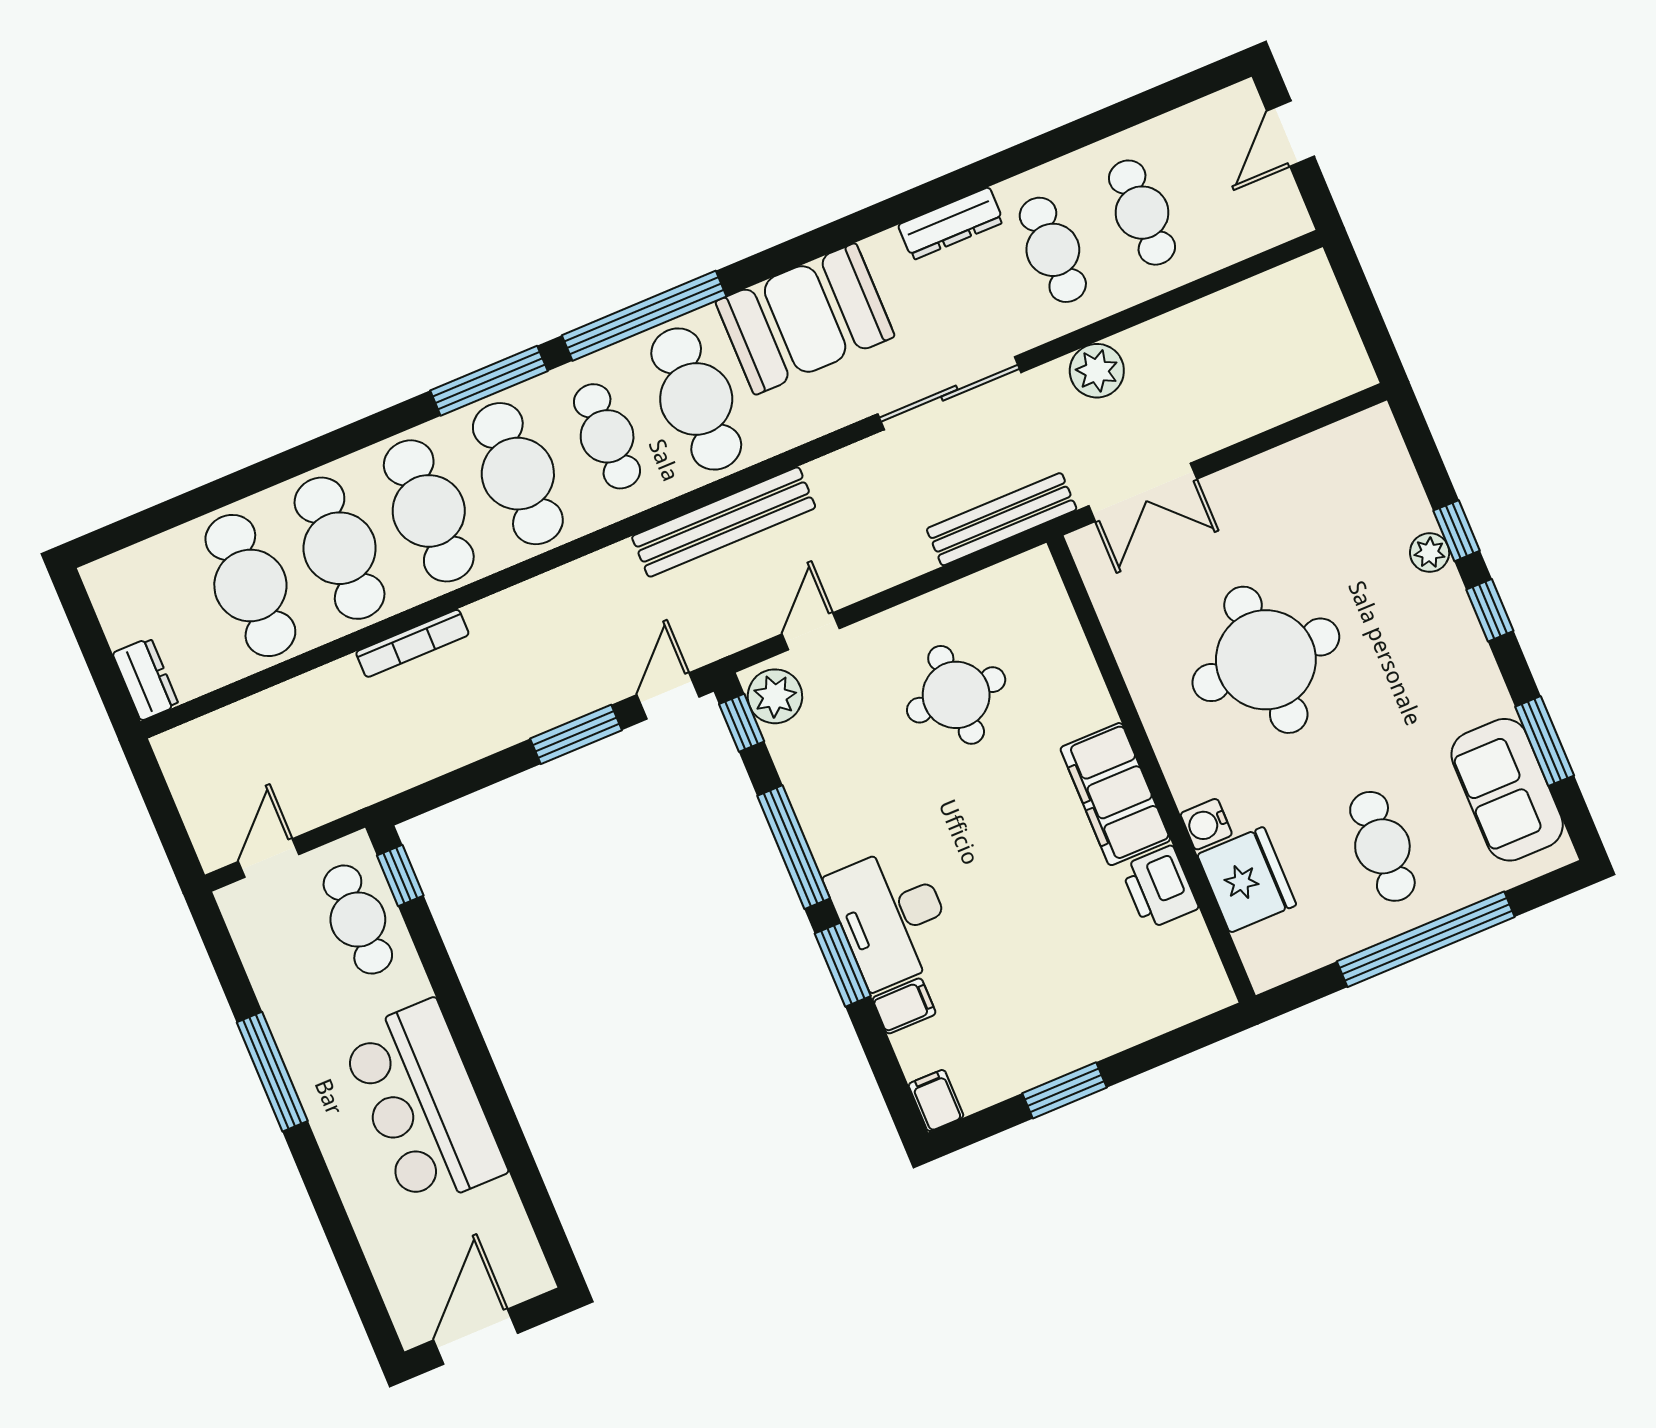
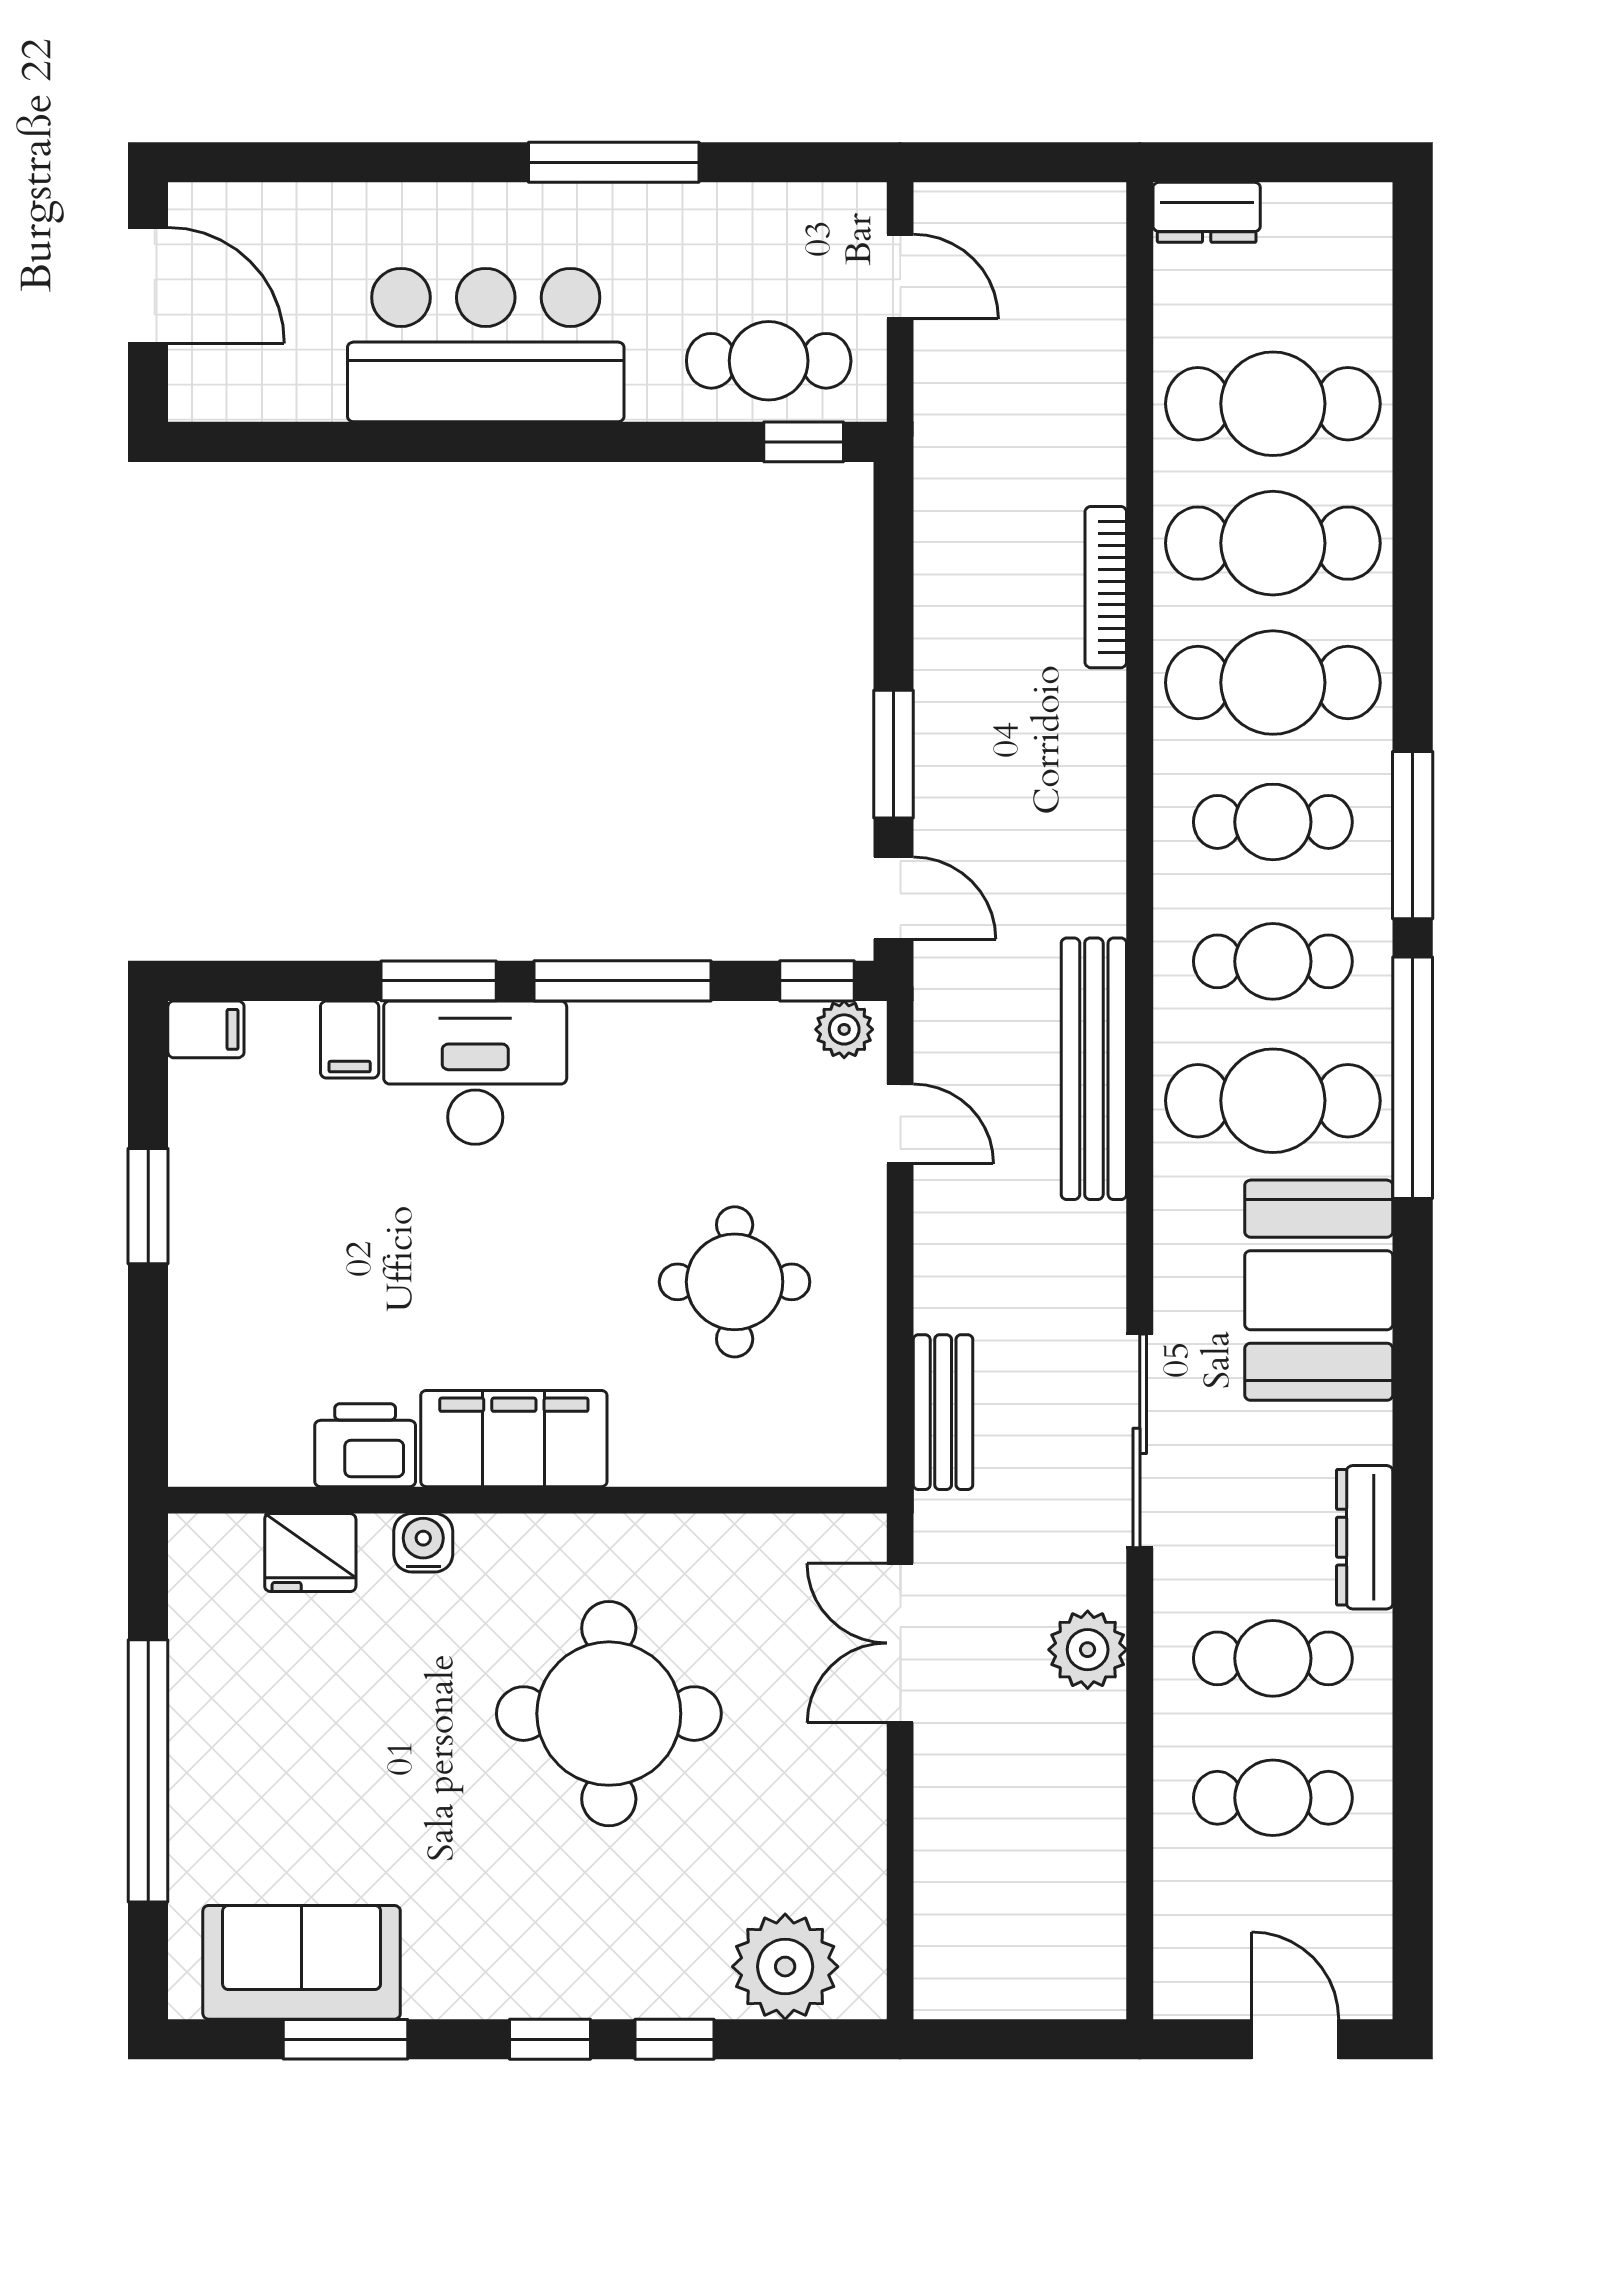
cafe table: (518, 474) -> (1273, 822), width x0.73, depth x0.74
bench: (1002, 519) -> (943, 1412), width x0.73
plant: (1430, 553) -> (785, 1967), moved, width x1.88, depth x1.88
plant: (775, 696) -> (844, 1029), width x0.73, depth x0.73
cafe table: (1382, 846) -> (296, 1765), removed
fridge: (1247, 880) -> (310, 1553), width x0.73, depth x0.75

